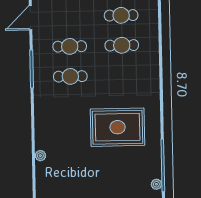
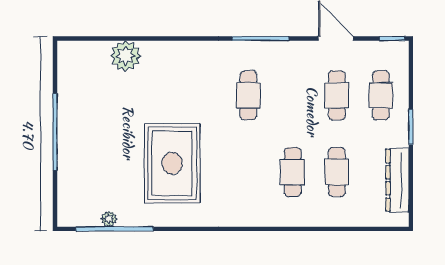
cafe table: (70, 46) -> (337, 95), moved
plant: (40, 156) -> (126, 56), width x1.87, depth x1.87
plant: (156, 184) -> (109, 219), moved

